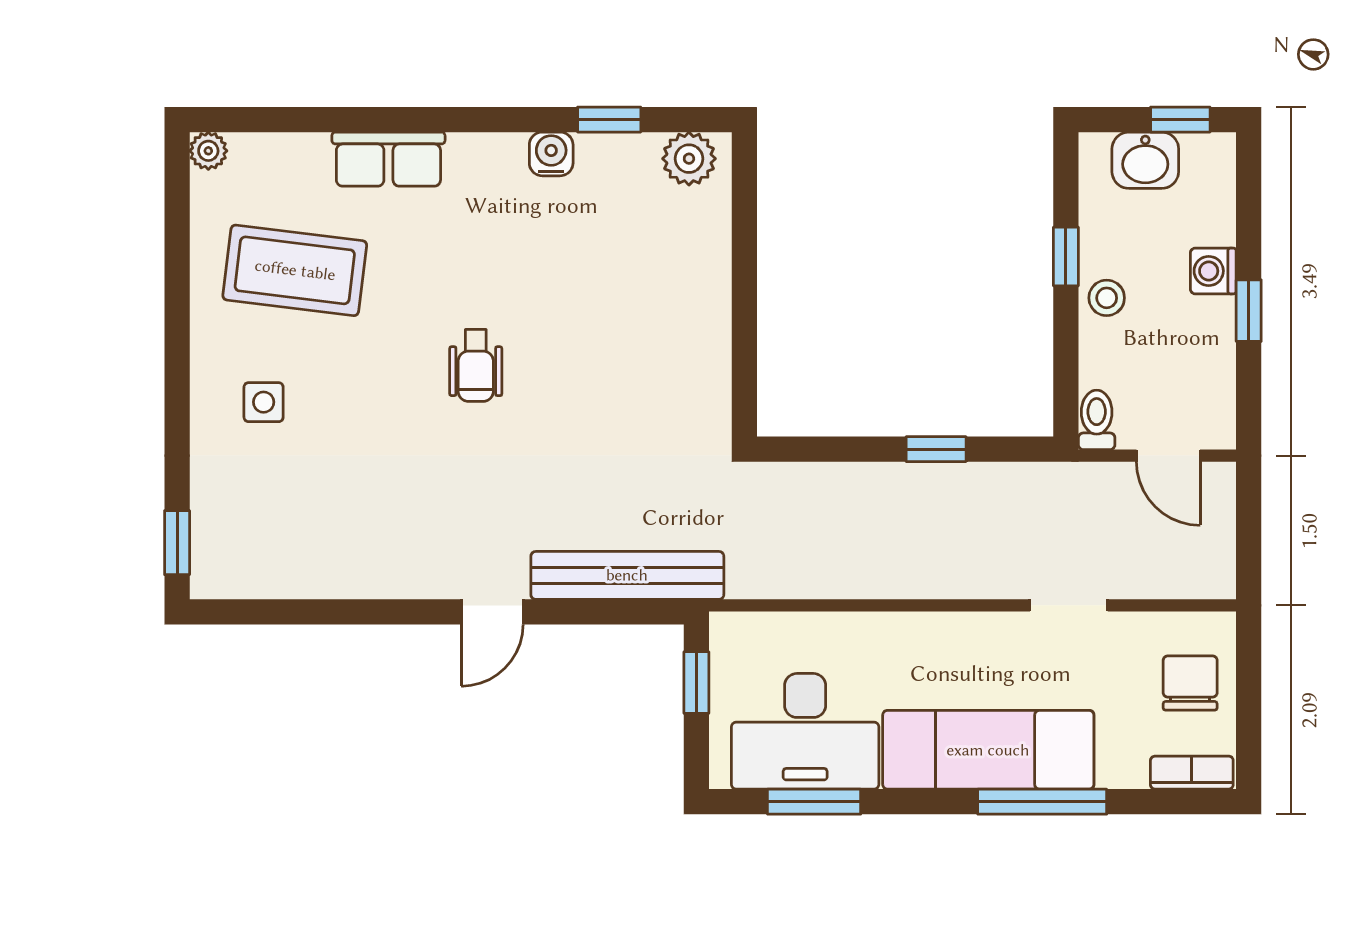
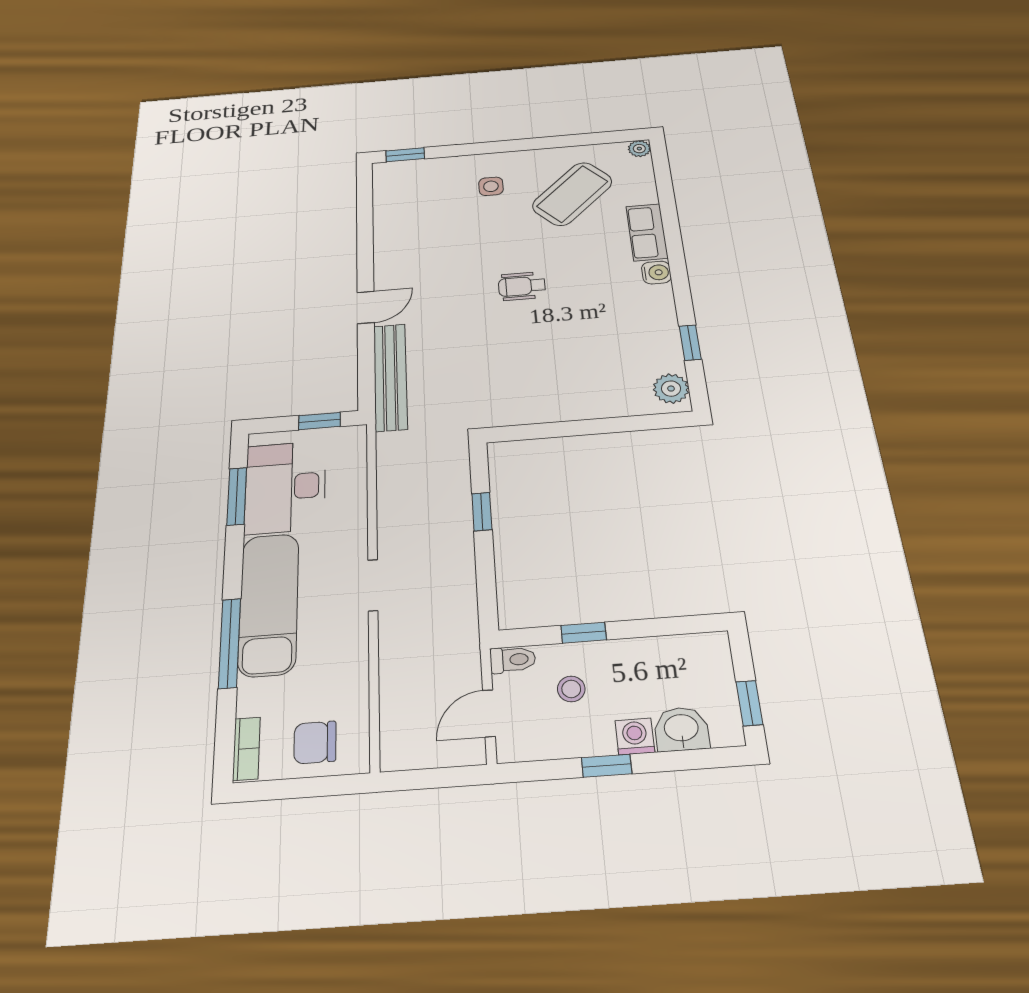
water cooler: (551, 154) -> (656, 273), moved
washbasin: (1145, 160) -> (681, 729), moved, turned 90
window: (1066, 256) -> (584, 633), moved
coffee table: (295, 270) -> (572, 194), turned 39
stool: (1107, 298) -> (571, 689), moved
window: (936, 449) -> (482, 512), moved
doorway: (1069, 605) -> (373, 585), moved
door: (492, 612) -> (366, 307), swing flipped
chair: (1190, 683) -> (315, 742), turned 180

